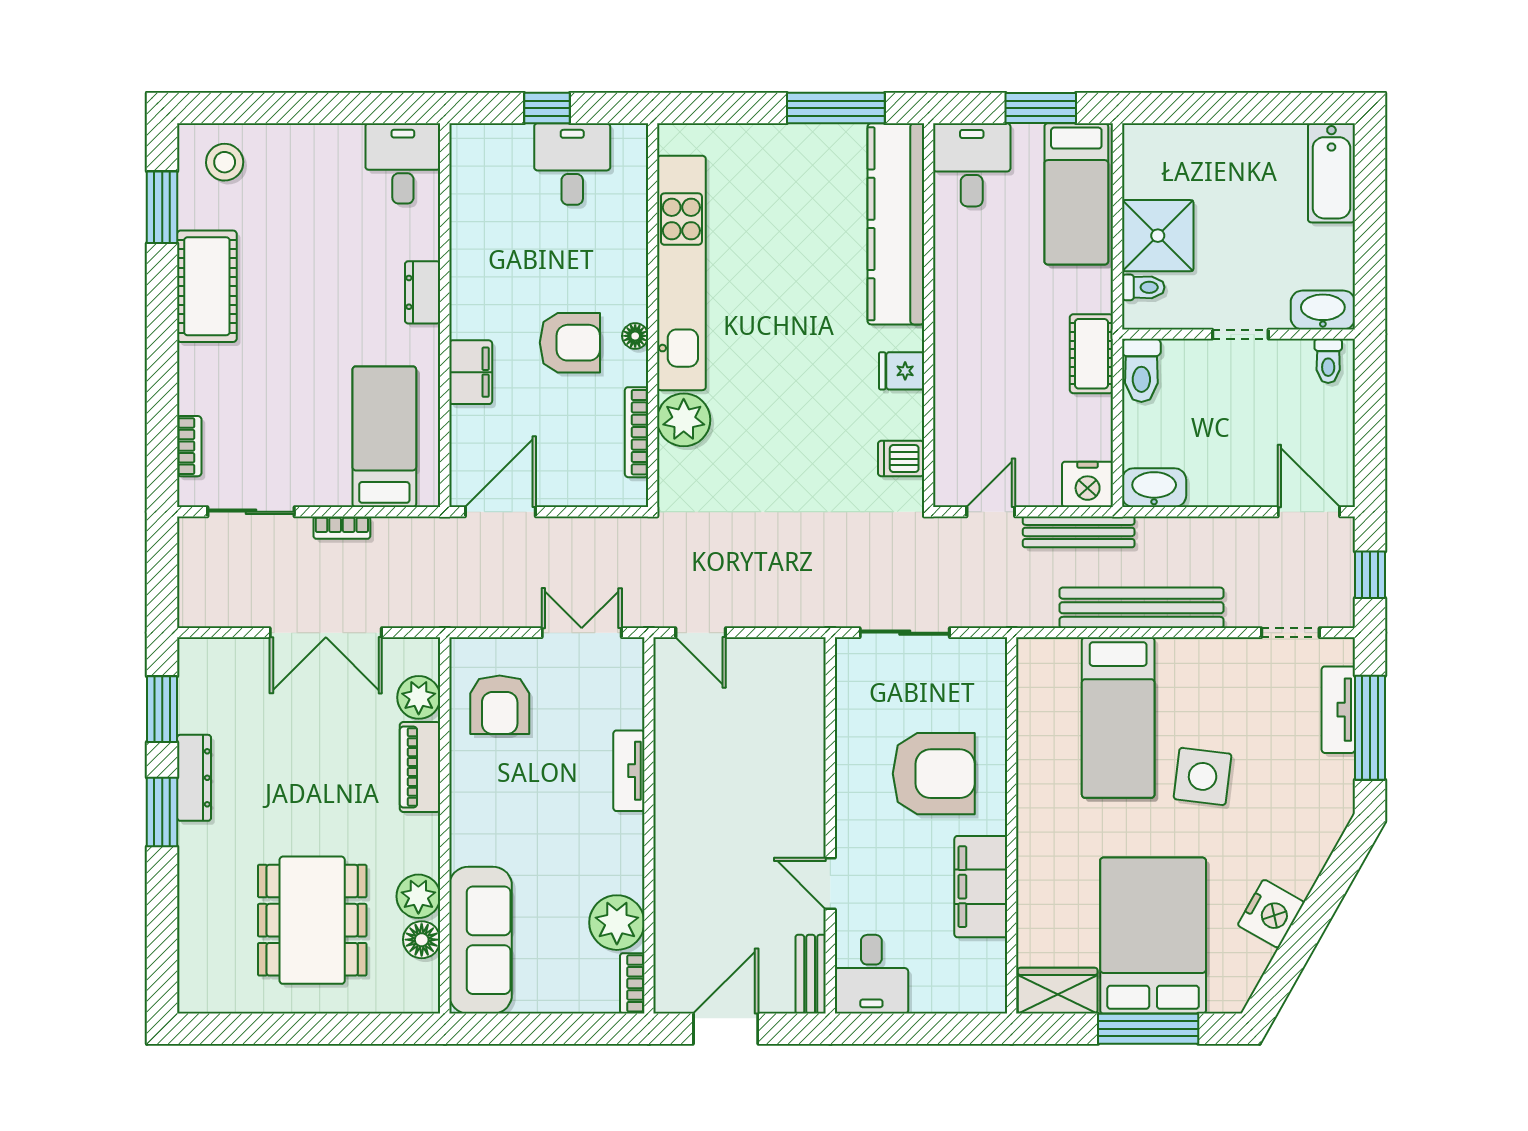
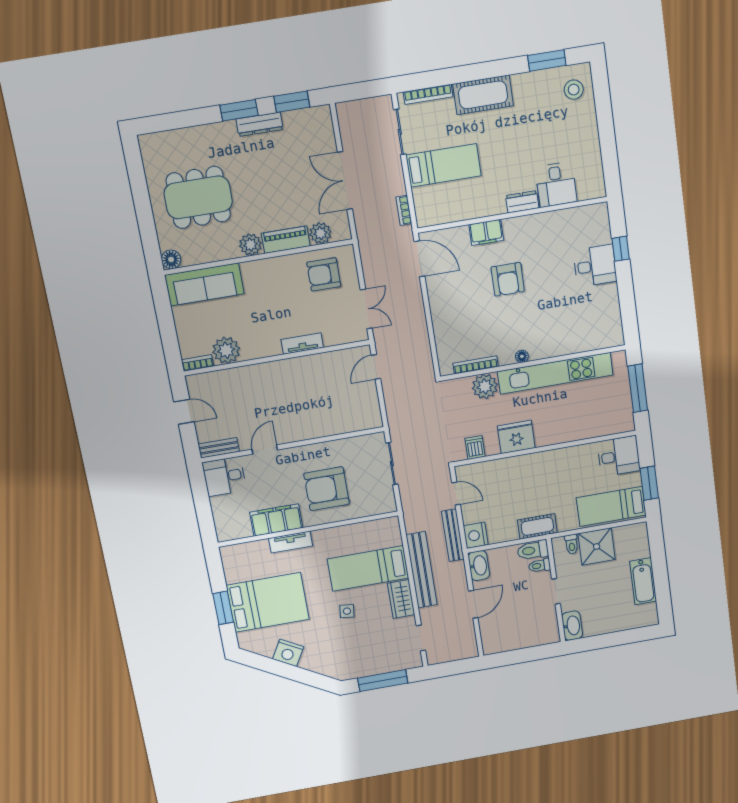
desk: (403, 163) -> (556, 184), moved, turned 90
bathtub: (1331, 173) -> (643, 581), moved, turned -90
kitchen counter: (896, 224) -> (586, 426), removed
kitchen unit: (681, 273) -> (555, 373), moved
cot: (207, 286) -> (483, 95), moved
wall: (653, 315) -> (533, 363), moved
floor lamp: (635, 336) -> (522, 356), moved
toilet: (1328, 361) -> (539, 566), moved
fridge: (902, 371) -> (516, 437), width x1.88, depth x1.34
plant: (684, 420) -> (485, 386), moved
bookcase: (637, 432) -> (476, 365), moved
bed: (384, 437) -> (444, 165), moved
bookcase: (189, 446) -> (428, 94), width x1.56
door: (1309, 512) -> (473, 604), moved
bookcase: (342, 528) -> (404, 210), moved
window: (1370, 575) -> (453, 668), removed
tv unit: (1338, 710) -> (291, 542), moved, turned 180
armchair: (934, 774) -> (327, 489), turned 90
side table: (1203, 776) -> (347, 611), width x0.54, depth x0.54
plant: (418, 896) -> (250, 245), moved
floor lamp: (422, 940) -> (171, 259), moved
wardrobe: (1058, 991) -> (401, 599), moved, turned 180
door: (726, 1029) -> (184, 412), width x0.73
window: (1148, 1029) -> (223, 608), width x0.69

